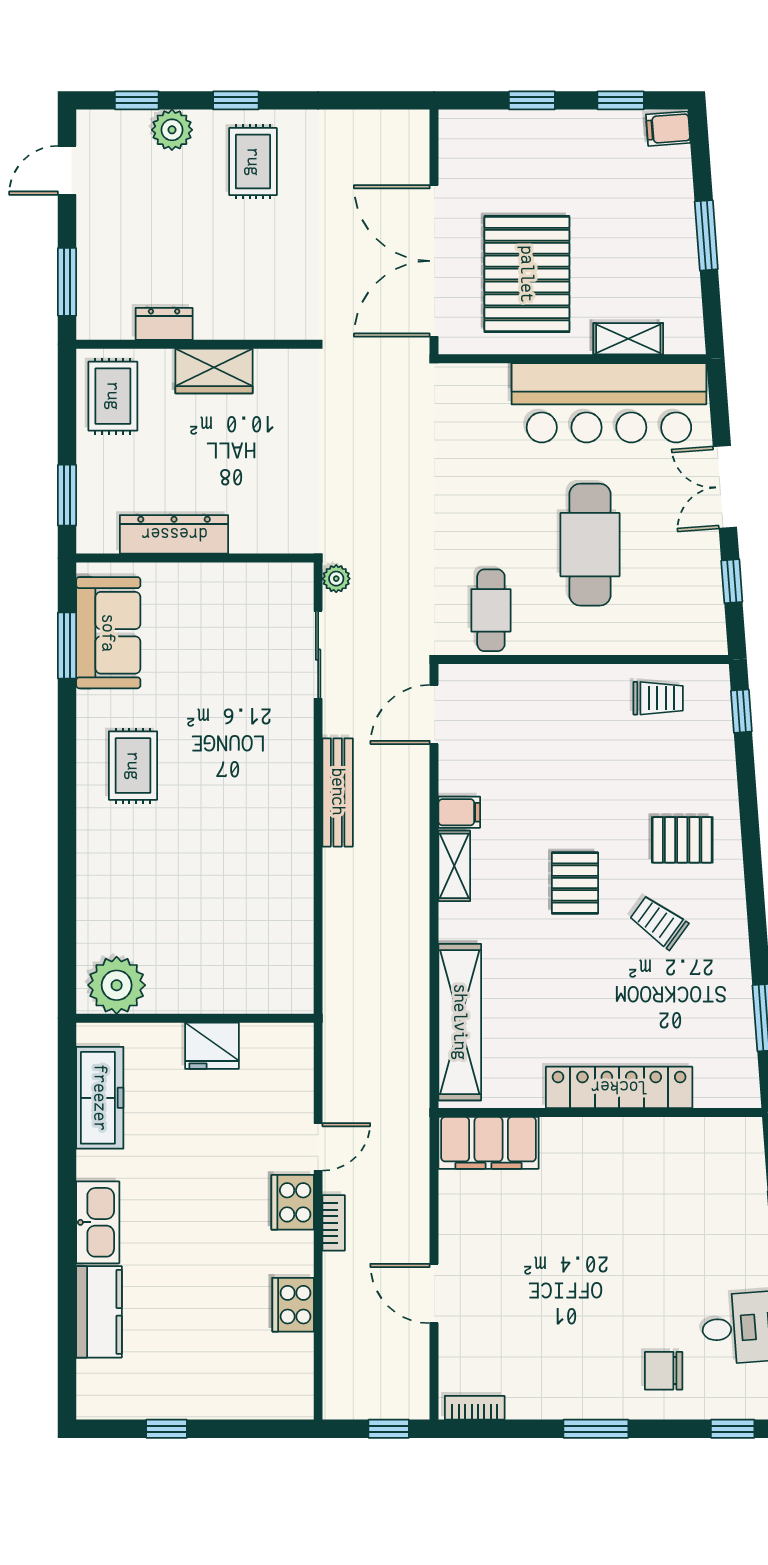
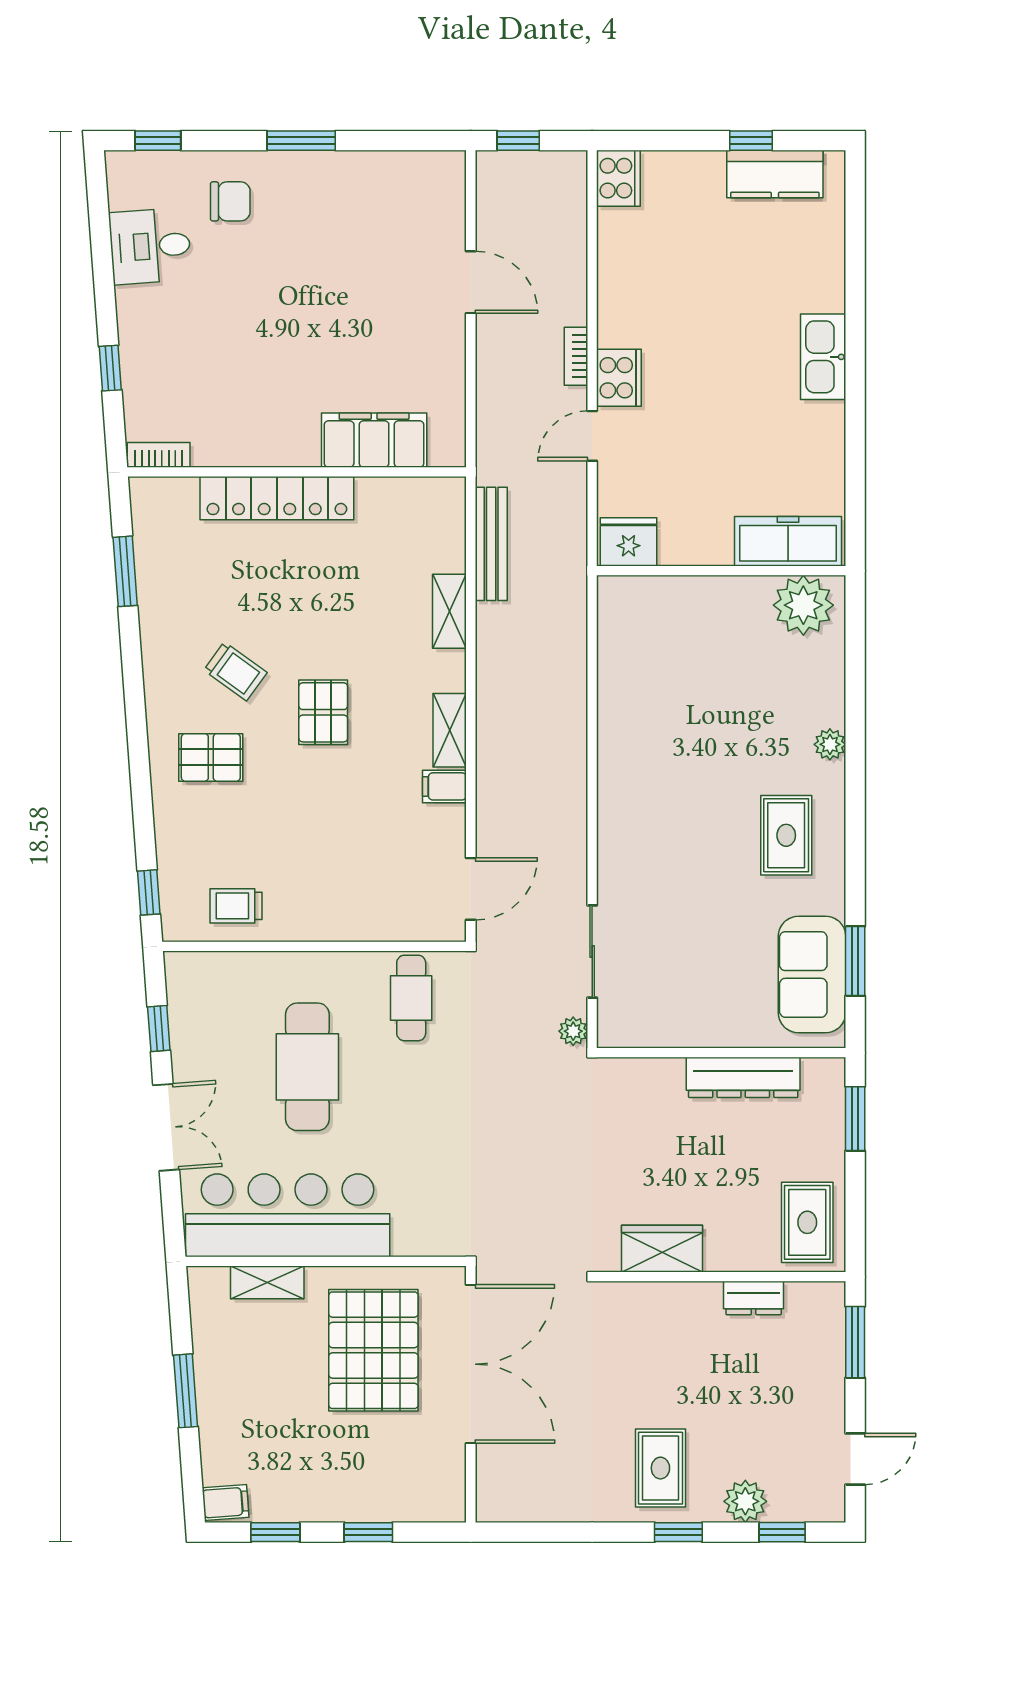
wardrobe: (214, 371) -> (662, 1249), moved
bench: (338, 792) -> (491, 544), moved
plant: (91, 852) -> (830, 744), added
shelving: (460, 1022) -> (449, 611), width x0.45, depth x0.75
fridge: (212, 1046) -> (629, 542), moved
freezer: (100, 1098) -> (788, 541), moved, turned 90
filing cabinet: (489, 1143) -> (374, 440), moved
cooker: (293, 1305) -> (618, 178), moved
kitchen counter: (99, 1312) -> (775, 174), moved, turned -90
bookcase: (475, 1408) -> (159, 455), moved, turned 180

